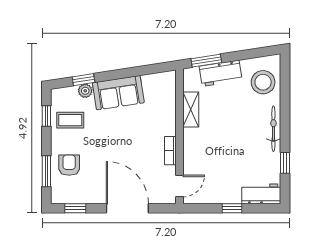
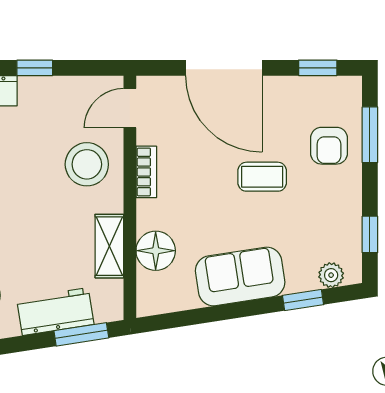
plant: (85, 91) -> (331, 275), moved
floor lamp: (165, 107) -> (156, 251), added
coffee table: (70, 120) -> (262, 177), moved
stool: (203, 155) -> (87, 164), added

